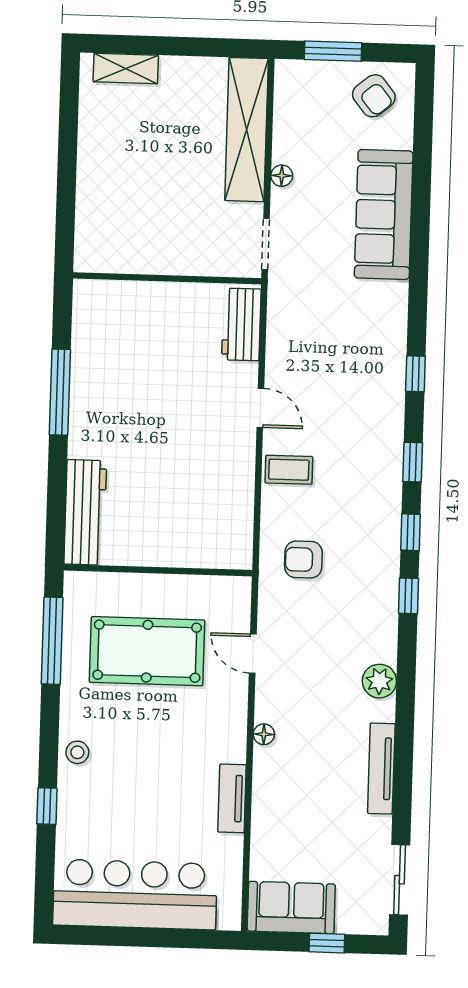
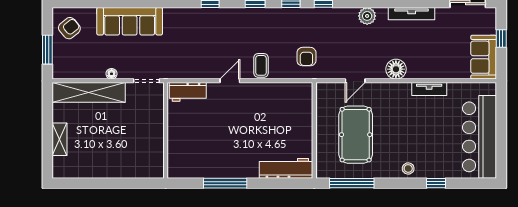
shelving: (126, 69) -> (59, 139), moved
floor lamp: (264, 734) -> (396, 69), width x1.89, depth x1.89

